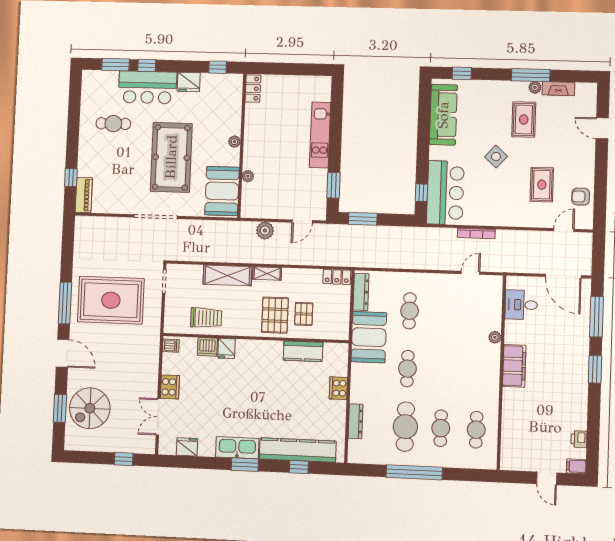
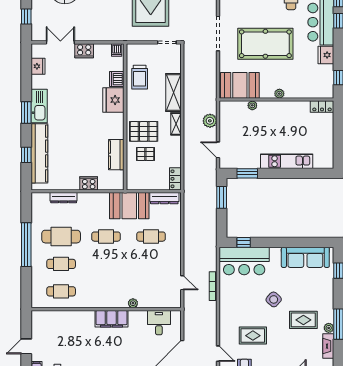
fridge: (226, 348) -> (113, 100), width x1.88, depth x1.34

